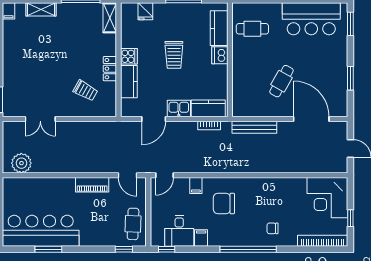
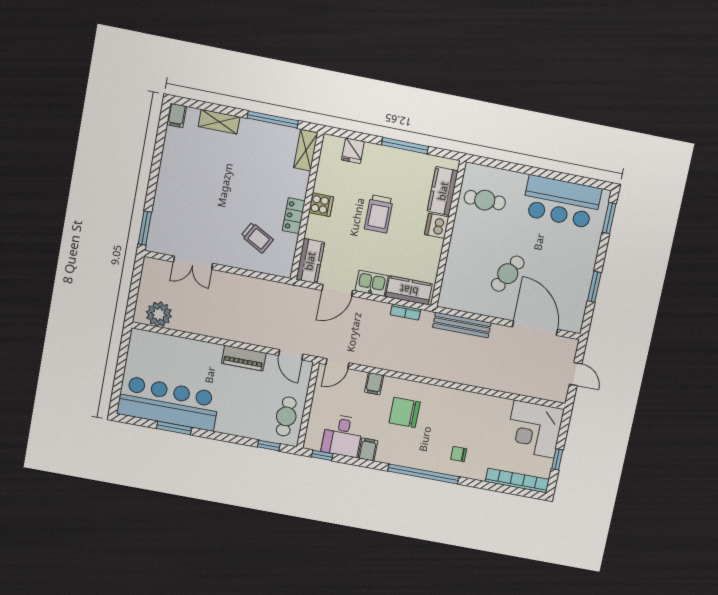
kitchen counter: (129, 82) -> (310, 261), moved

